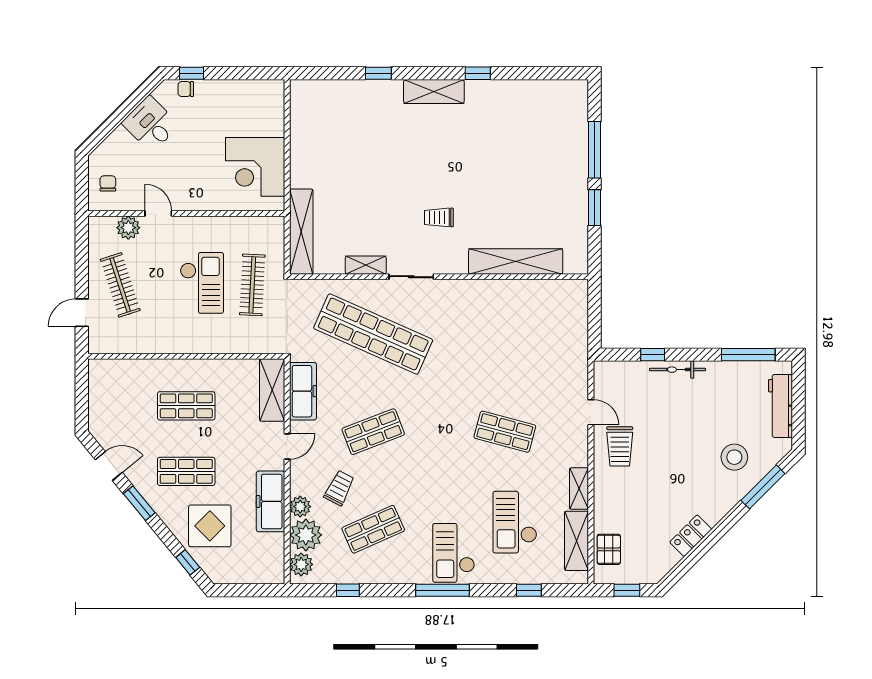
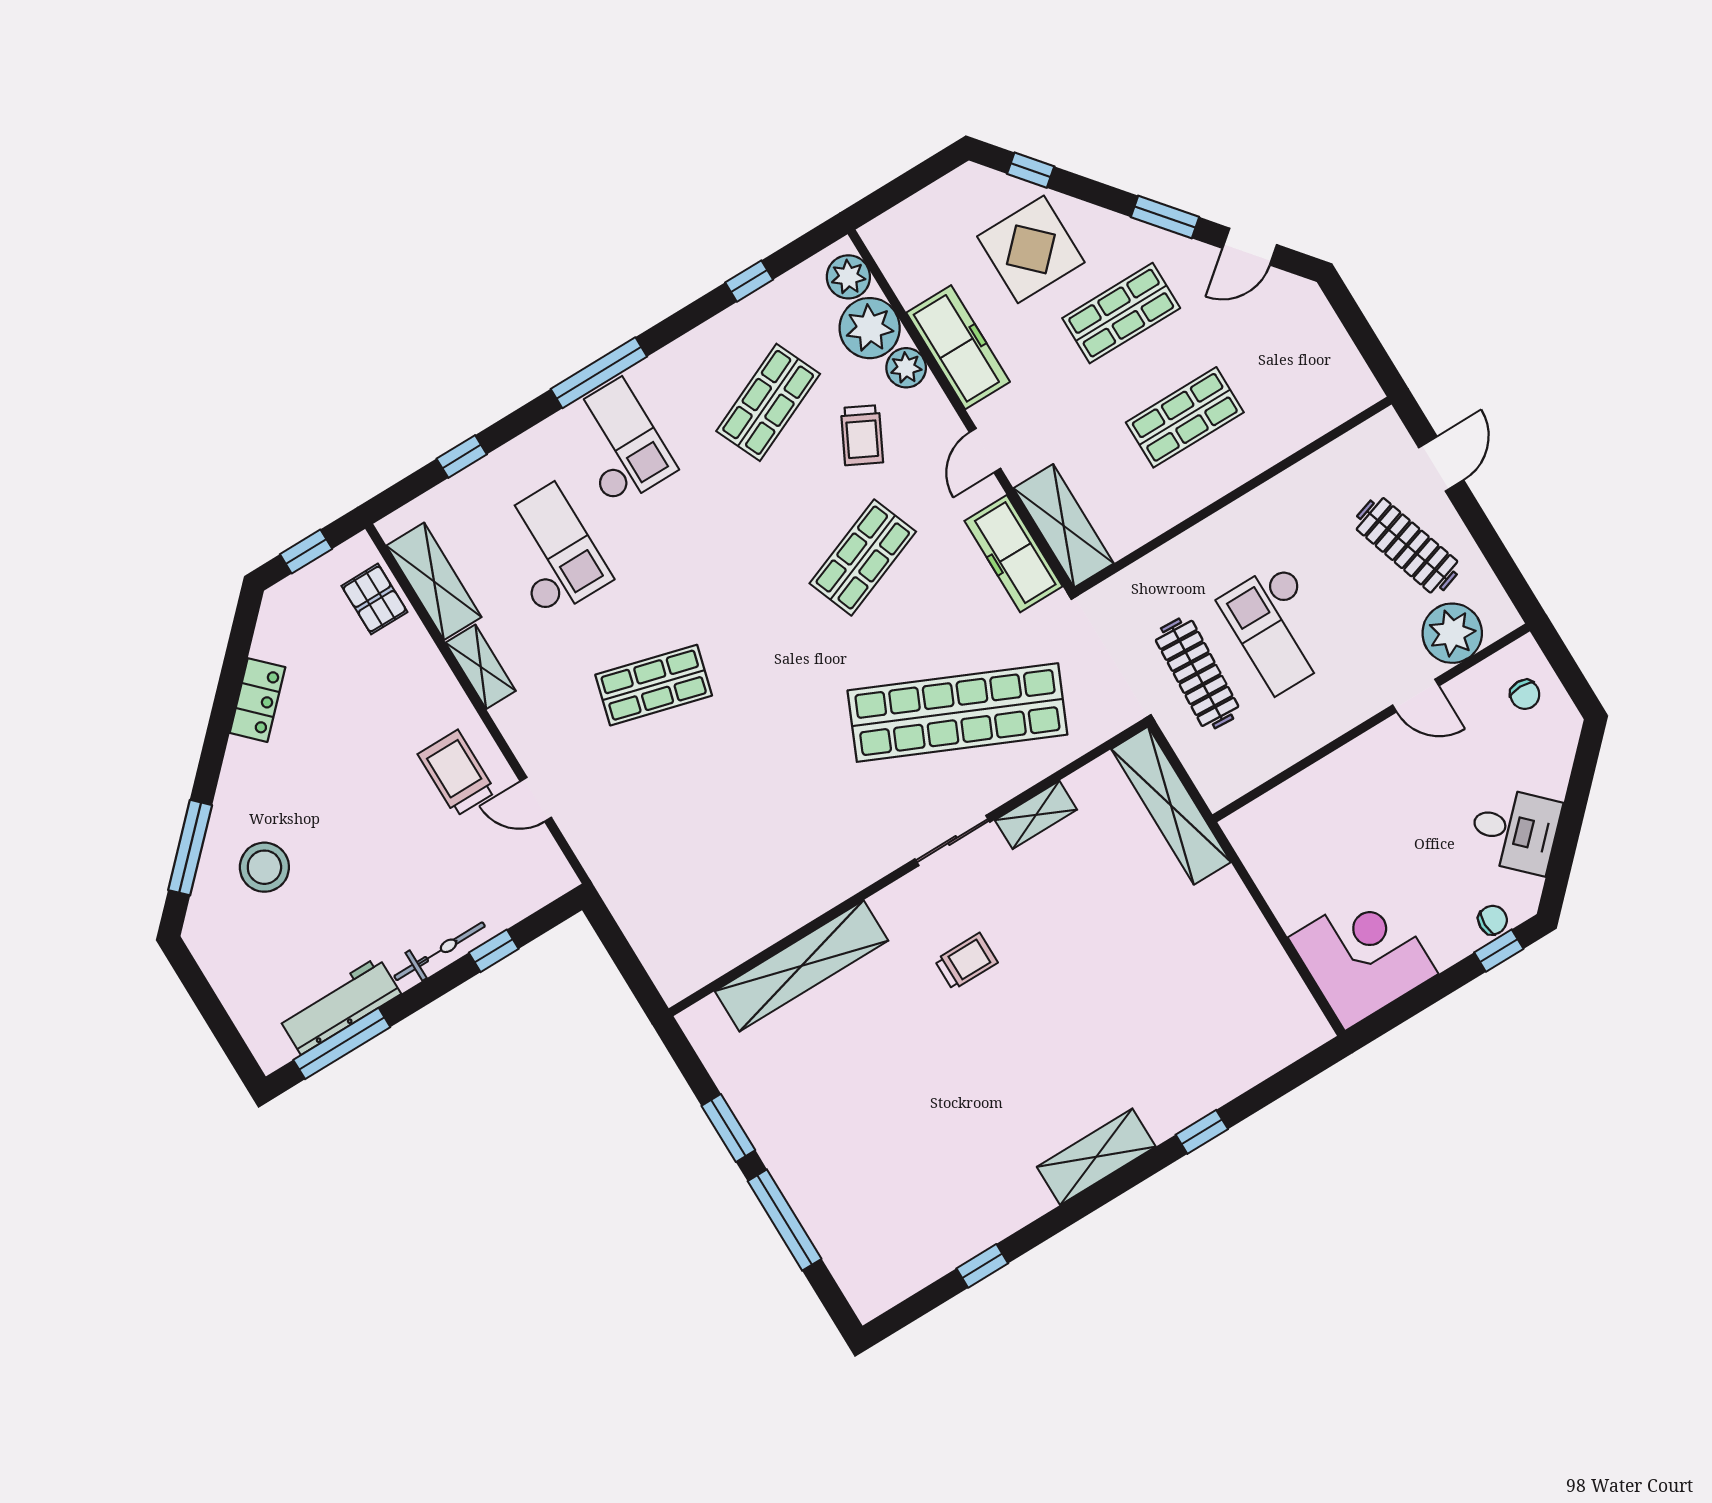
window: (478, 73) -> (982, 1266), moved
corner desk: (255, 167) -> (1363, 956), moved
plant: (128, 228) -> (1452, 633), width x1.36, depth x1.36
workbench: (780, 406) -> (340, 1006), moved, turned -90

